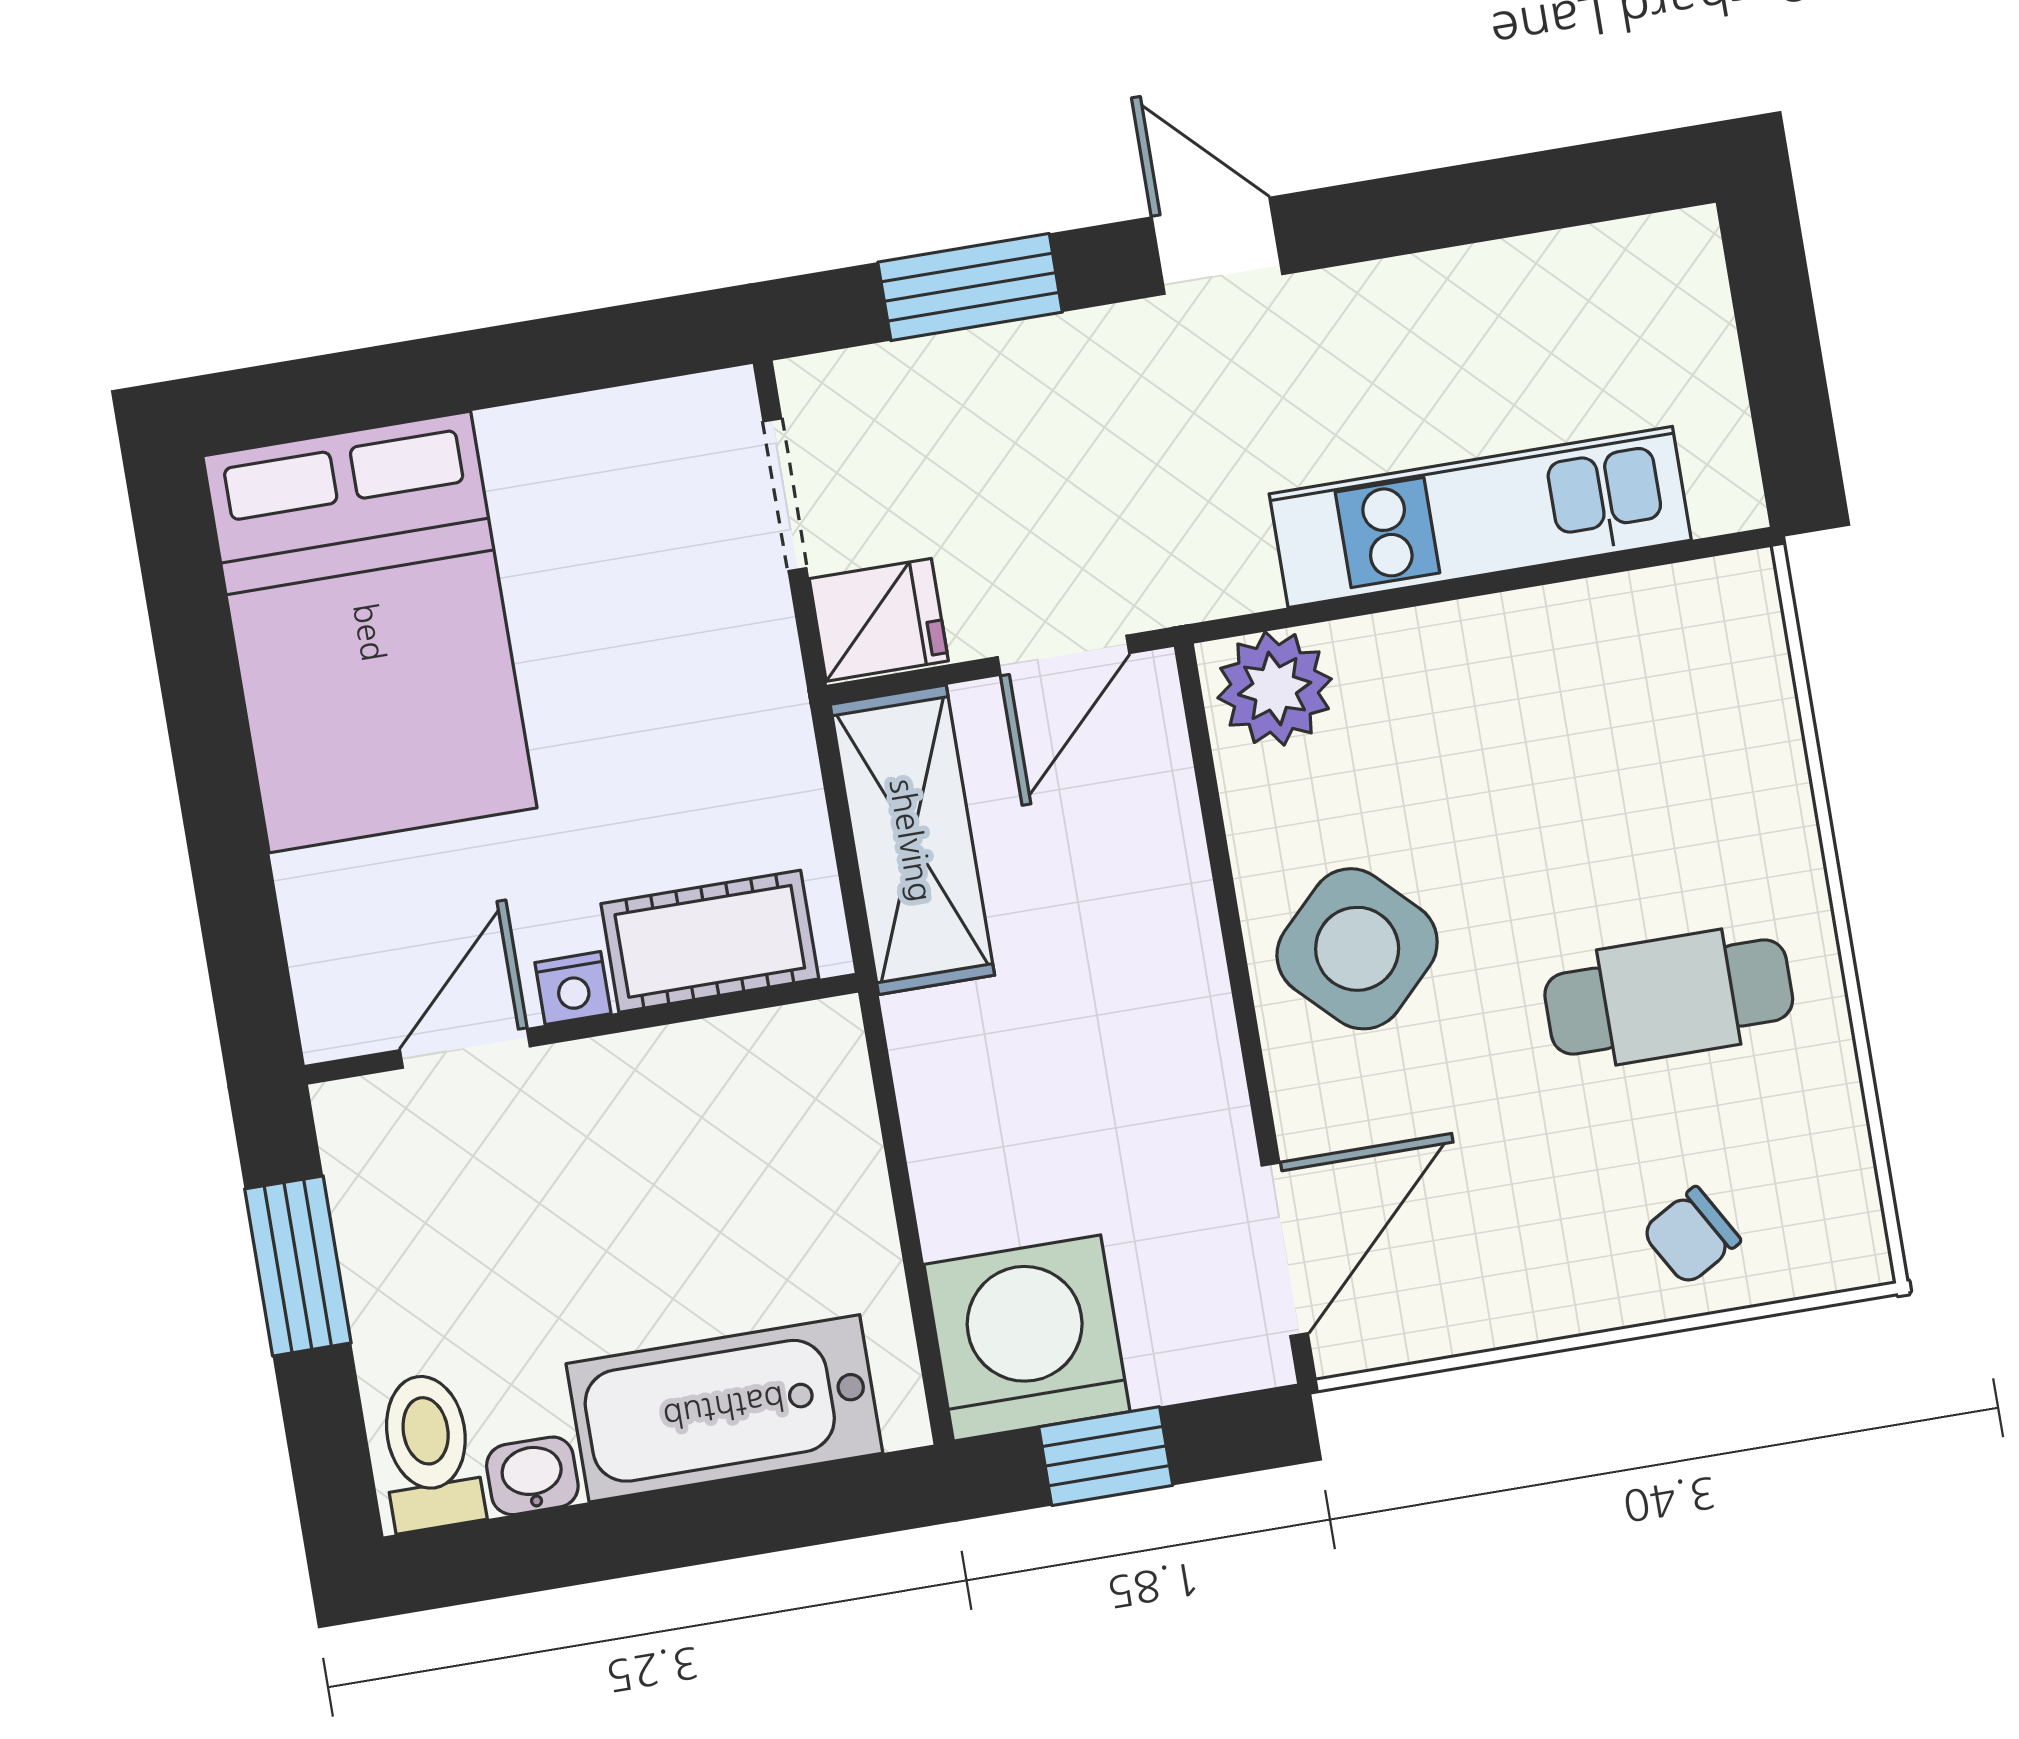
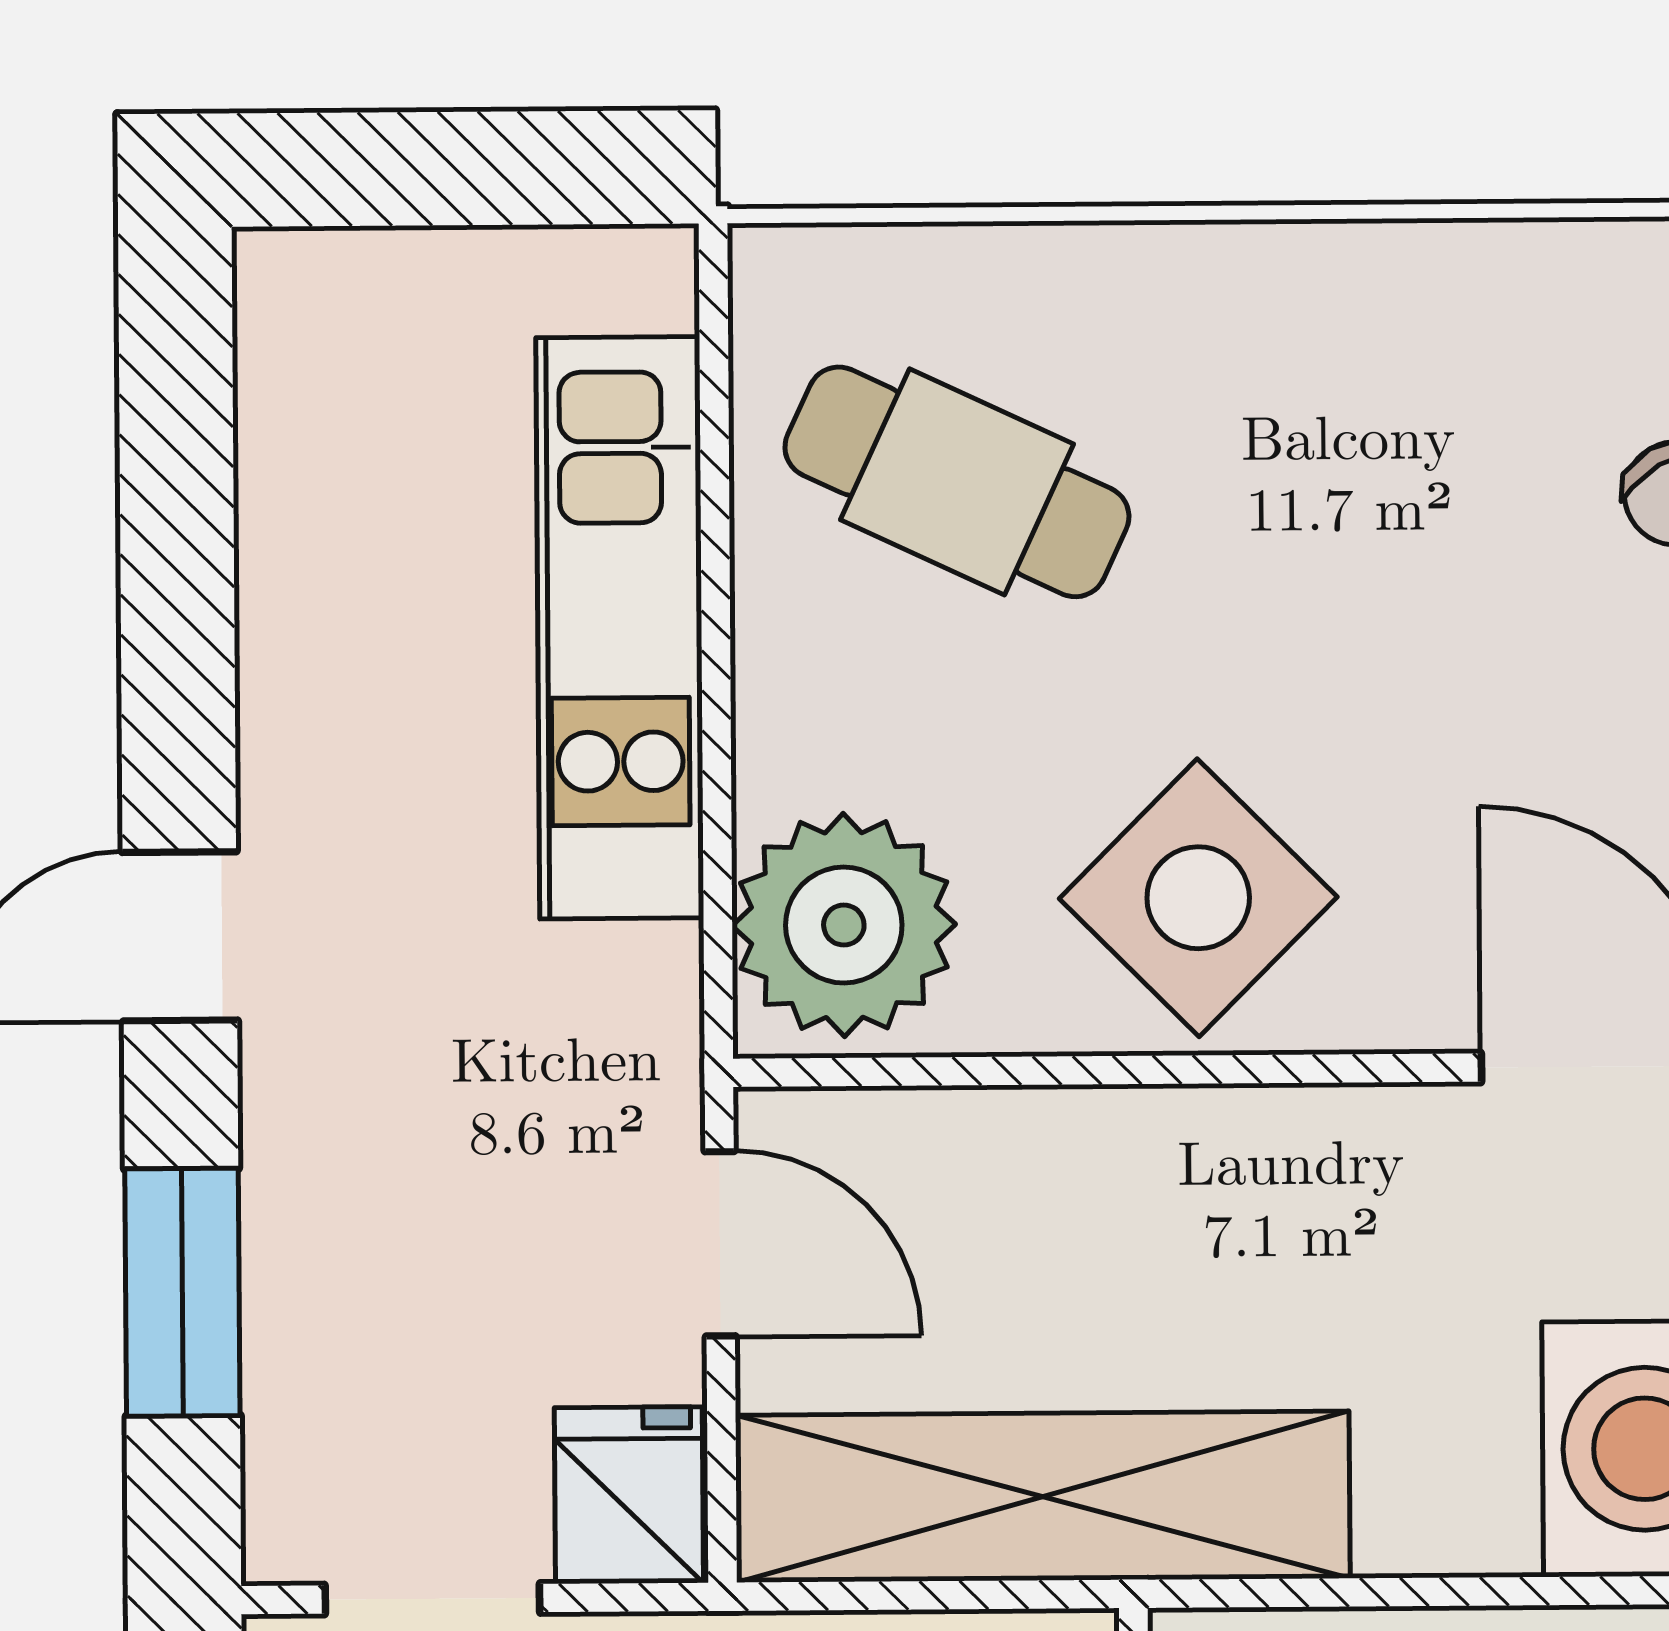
plant: (1275, 688) -> (844, 925), width x1.36, depth x1.36
shelving: (912, 840) -> (1043, 1497), width x1.47
cafe table: (1669, 997) -> (957, 482), moved, turned -65

